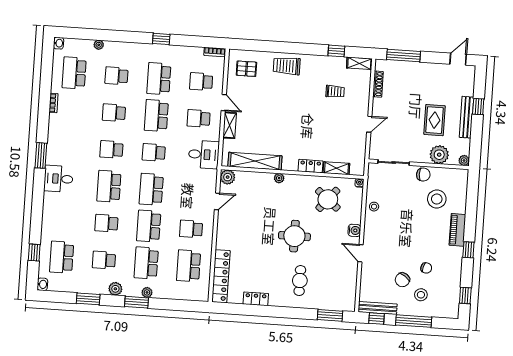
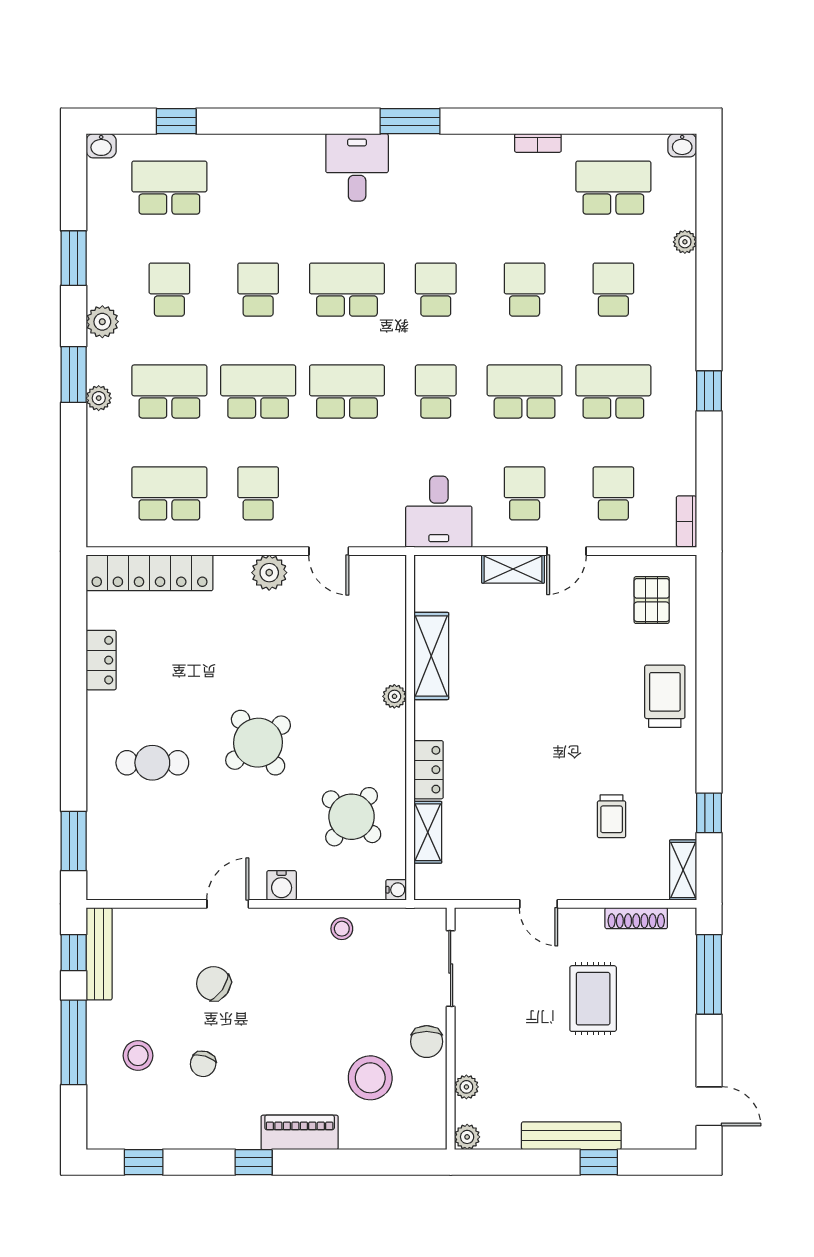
rug: (435, 120) -> (593, 999), moved, turned 90
plant: (439, 155) -> (466, 1087), width x0.53, depth x0.53
shelving: (255, 161) -> (431, 656), width x0.68
plant: (228, 177) -> (269, 573), moved
round table: (294, 236) -> (258, 743), turned -37
chair: (402, 280) -> (214, 984), moved

